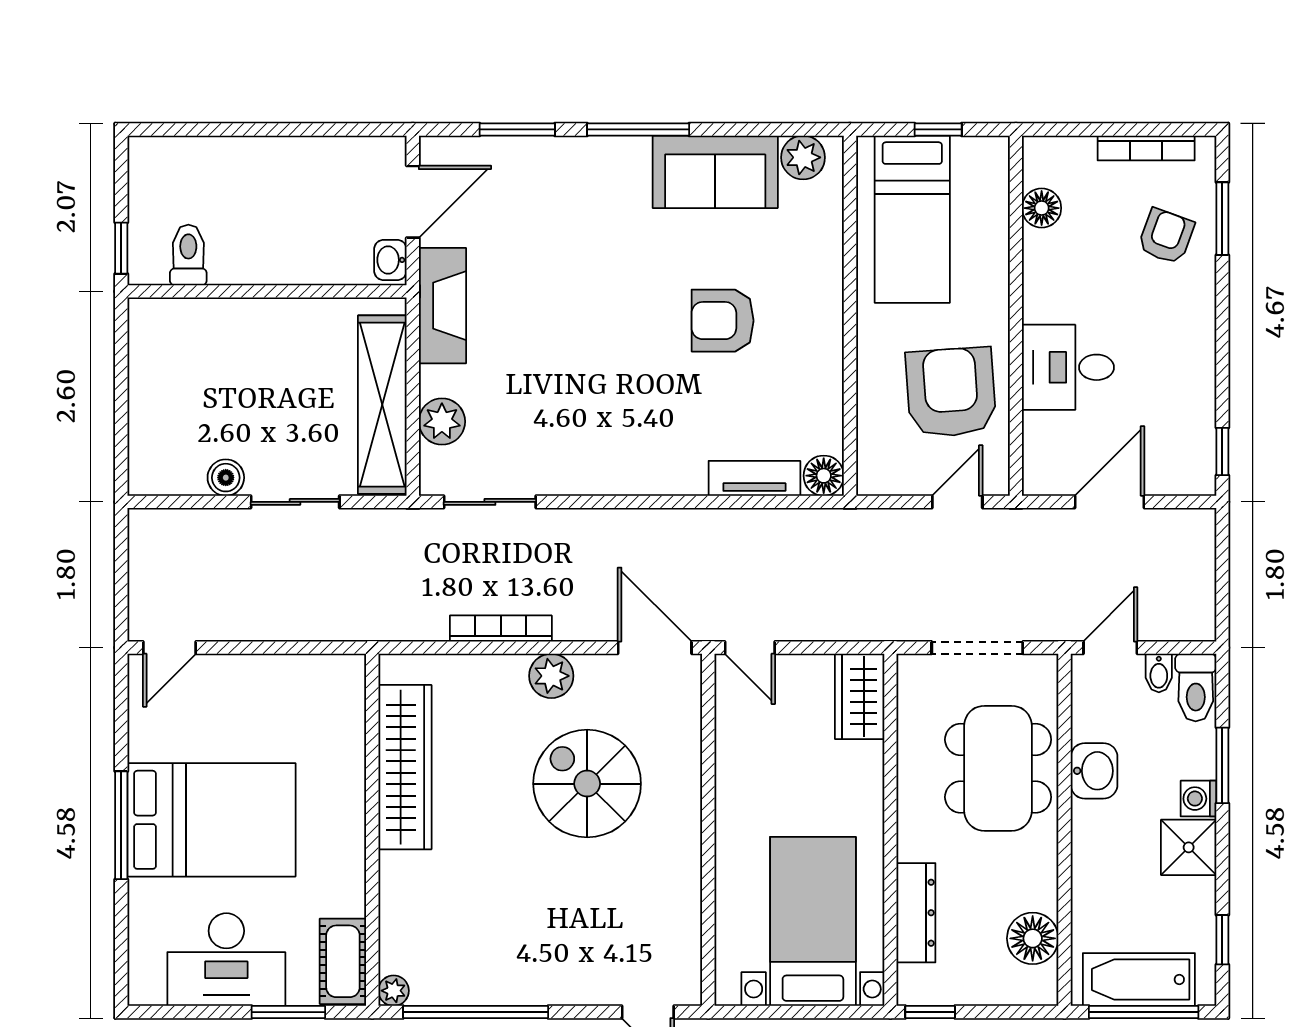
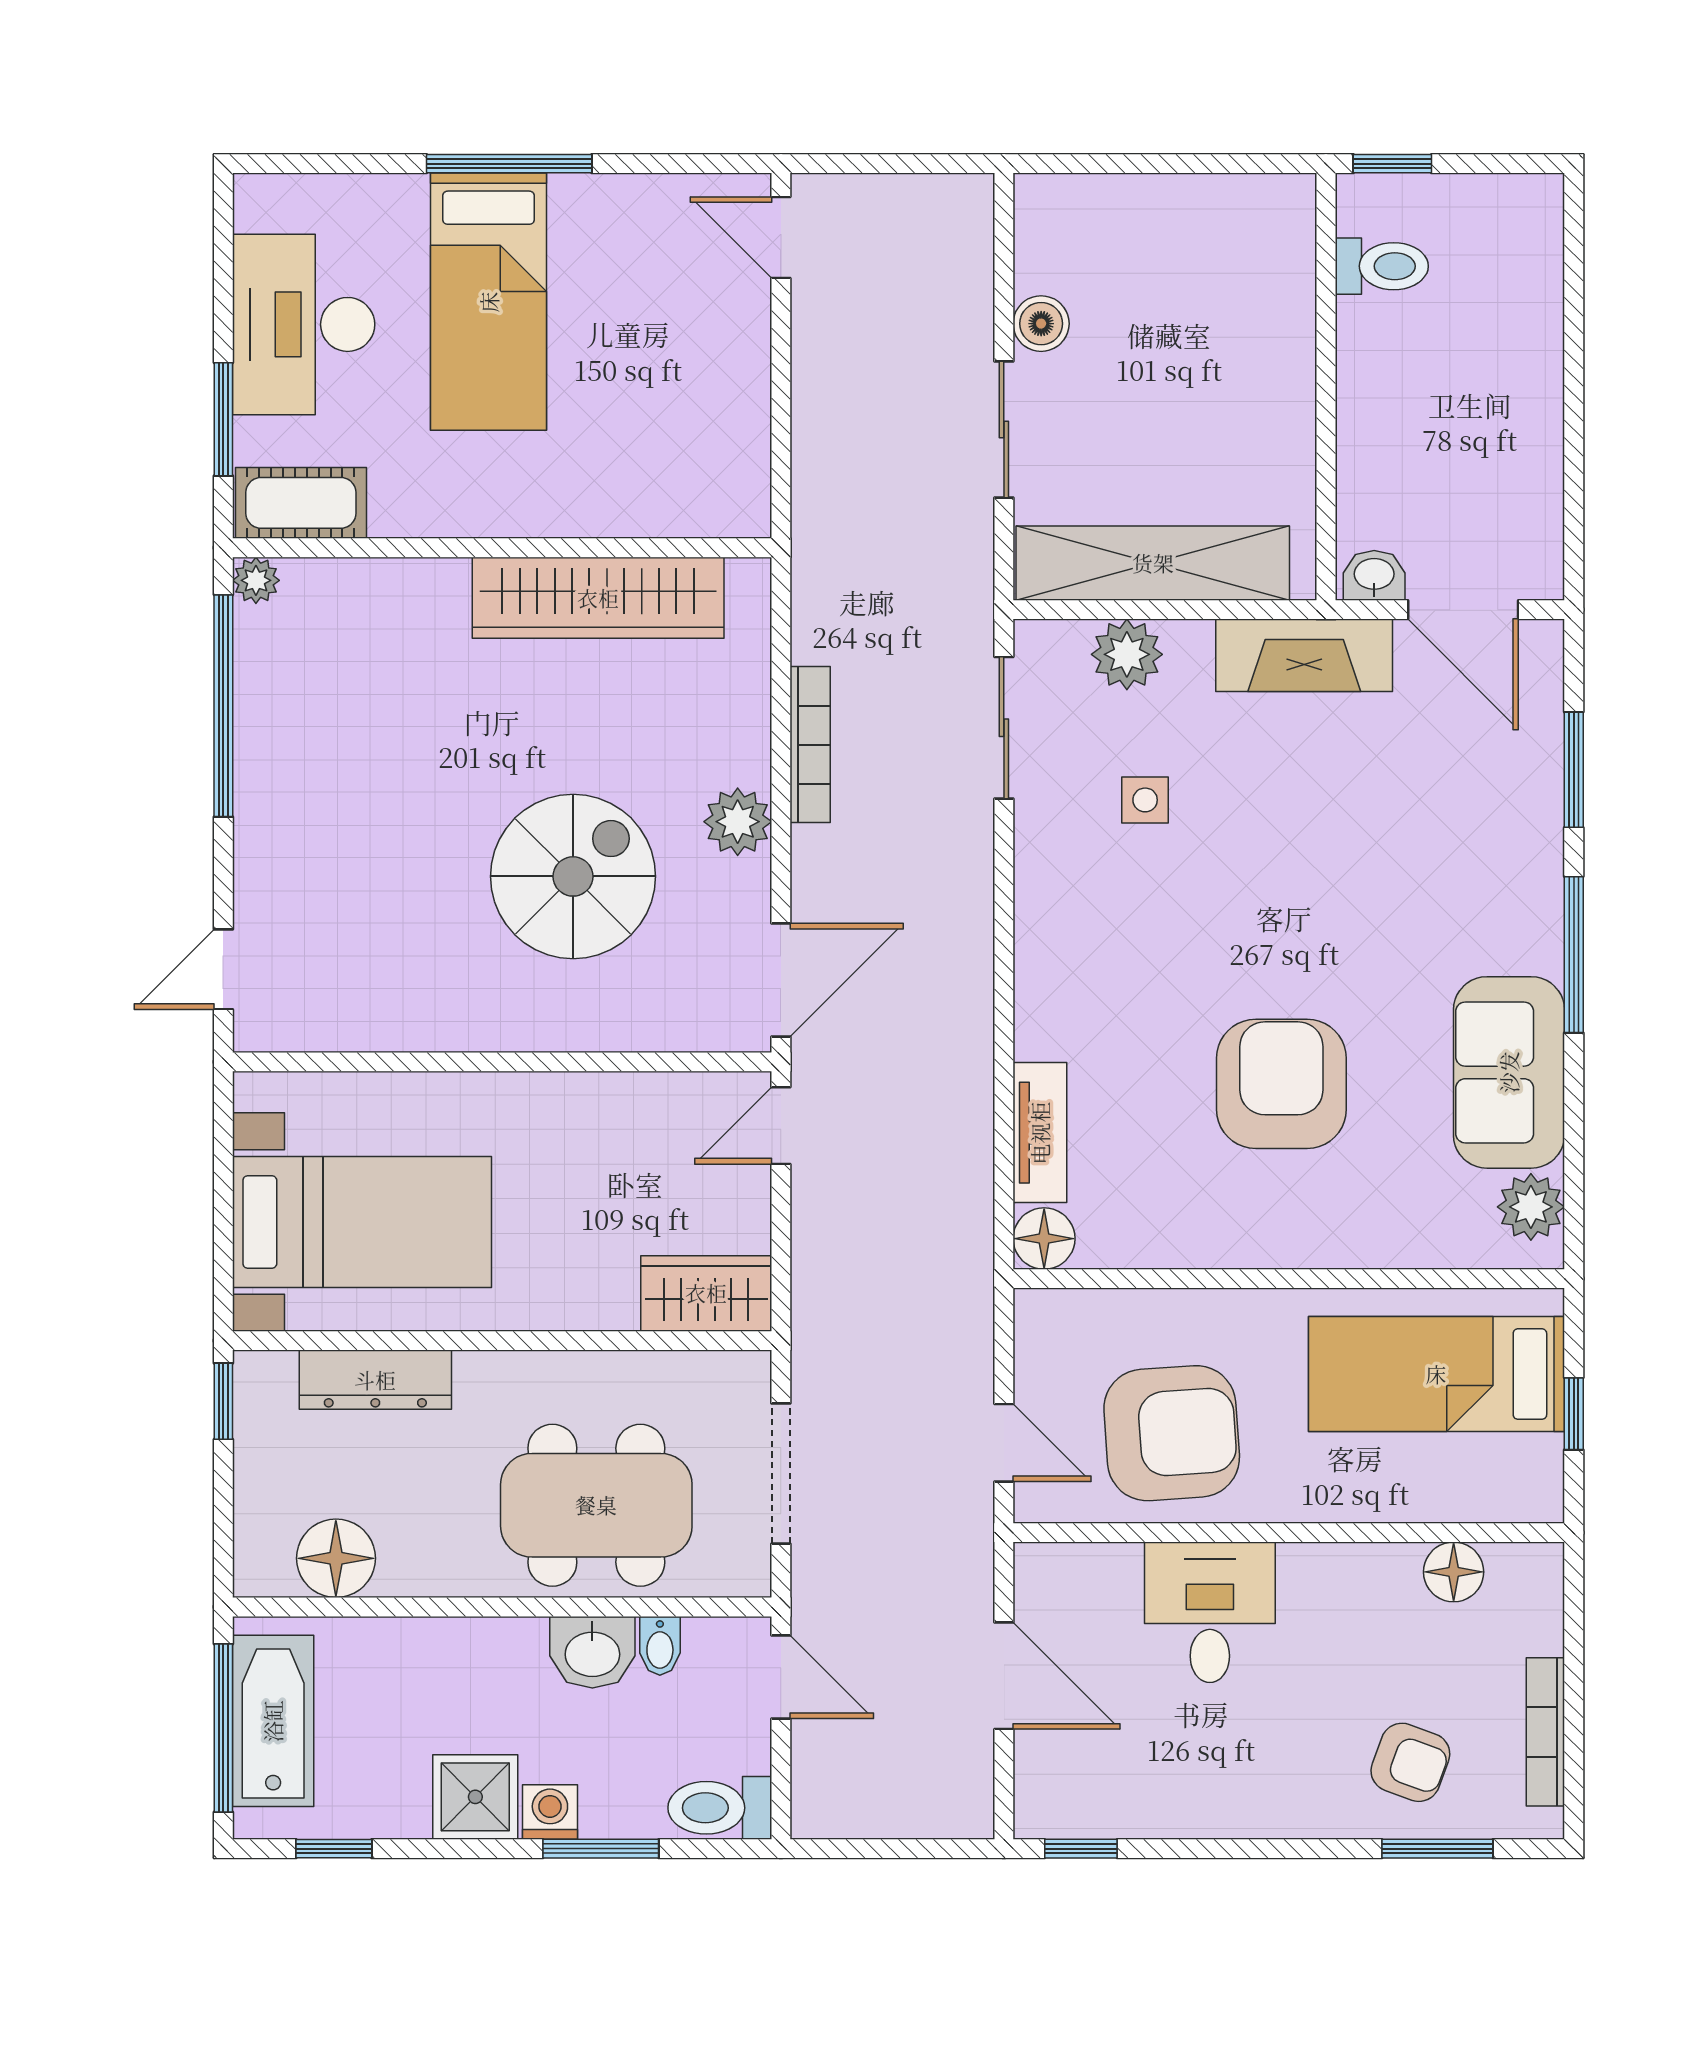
armchair: (723, 321) -> (1281, 1084), width x1.36, depth x1.36
side table: (537, 410) -> (1145, 800), added
bidet: (1159, 673) -> (660, 1646), moved, turned -90
bed: (211, 820) -> (489, 302), width x0.67

